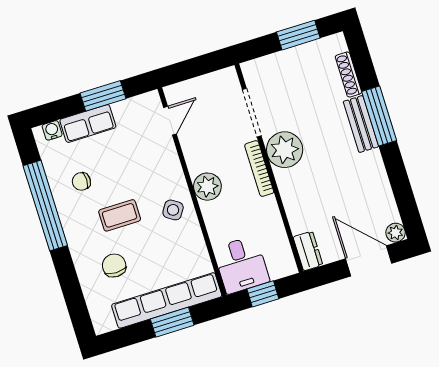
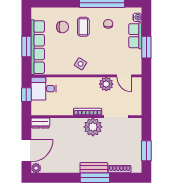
plant: (207, 187) -> (106, 84), moved
coffee table: (120, 215) -> (83, 27), moved

